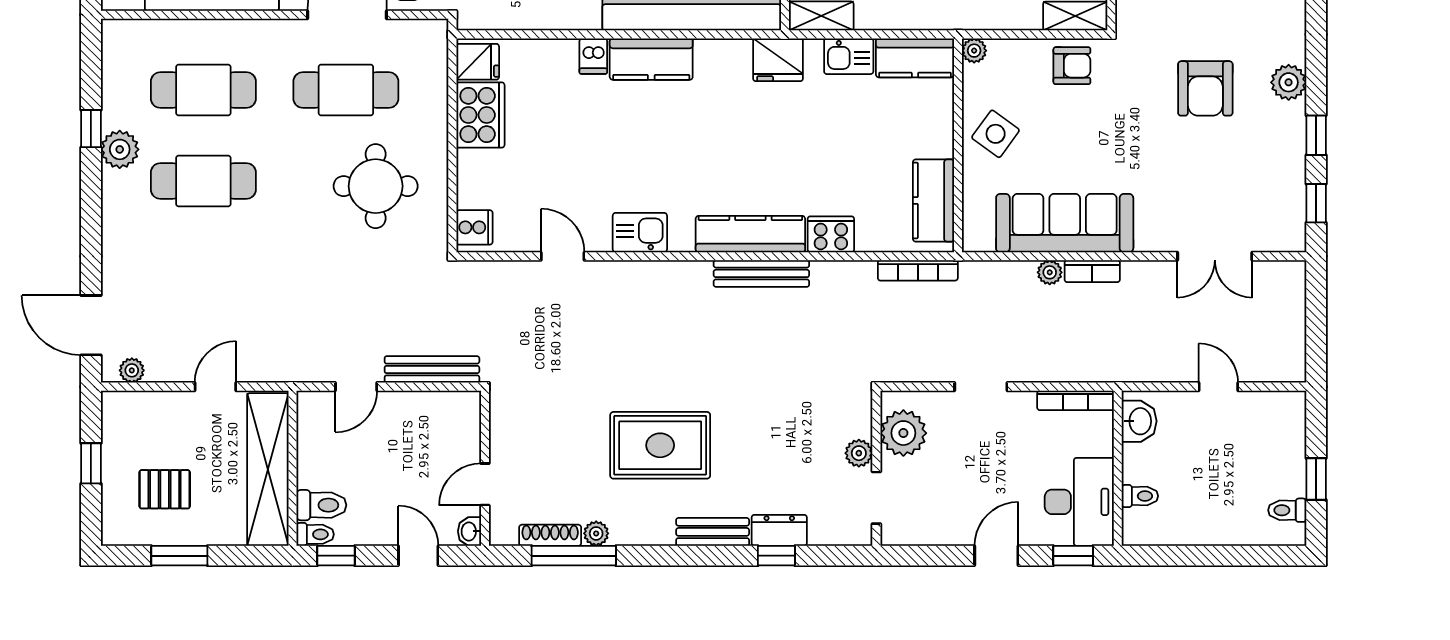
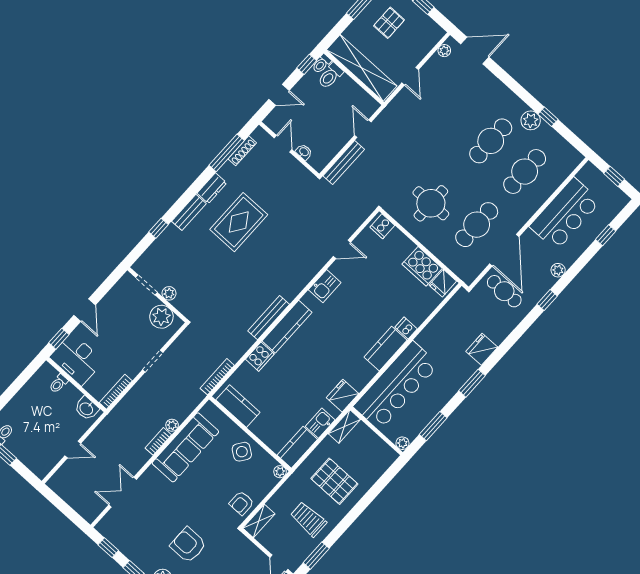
dresser: (779, 530) -> (212, 188), moved
washbasin: (469, 531) -> (304, 152), moved
plant: (596, 533) -> (227, 169), removed

